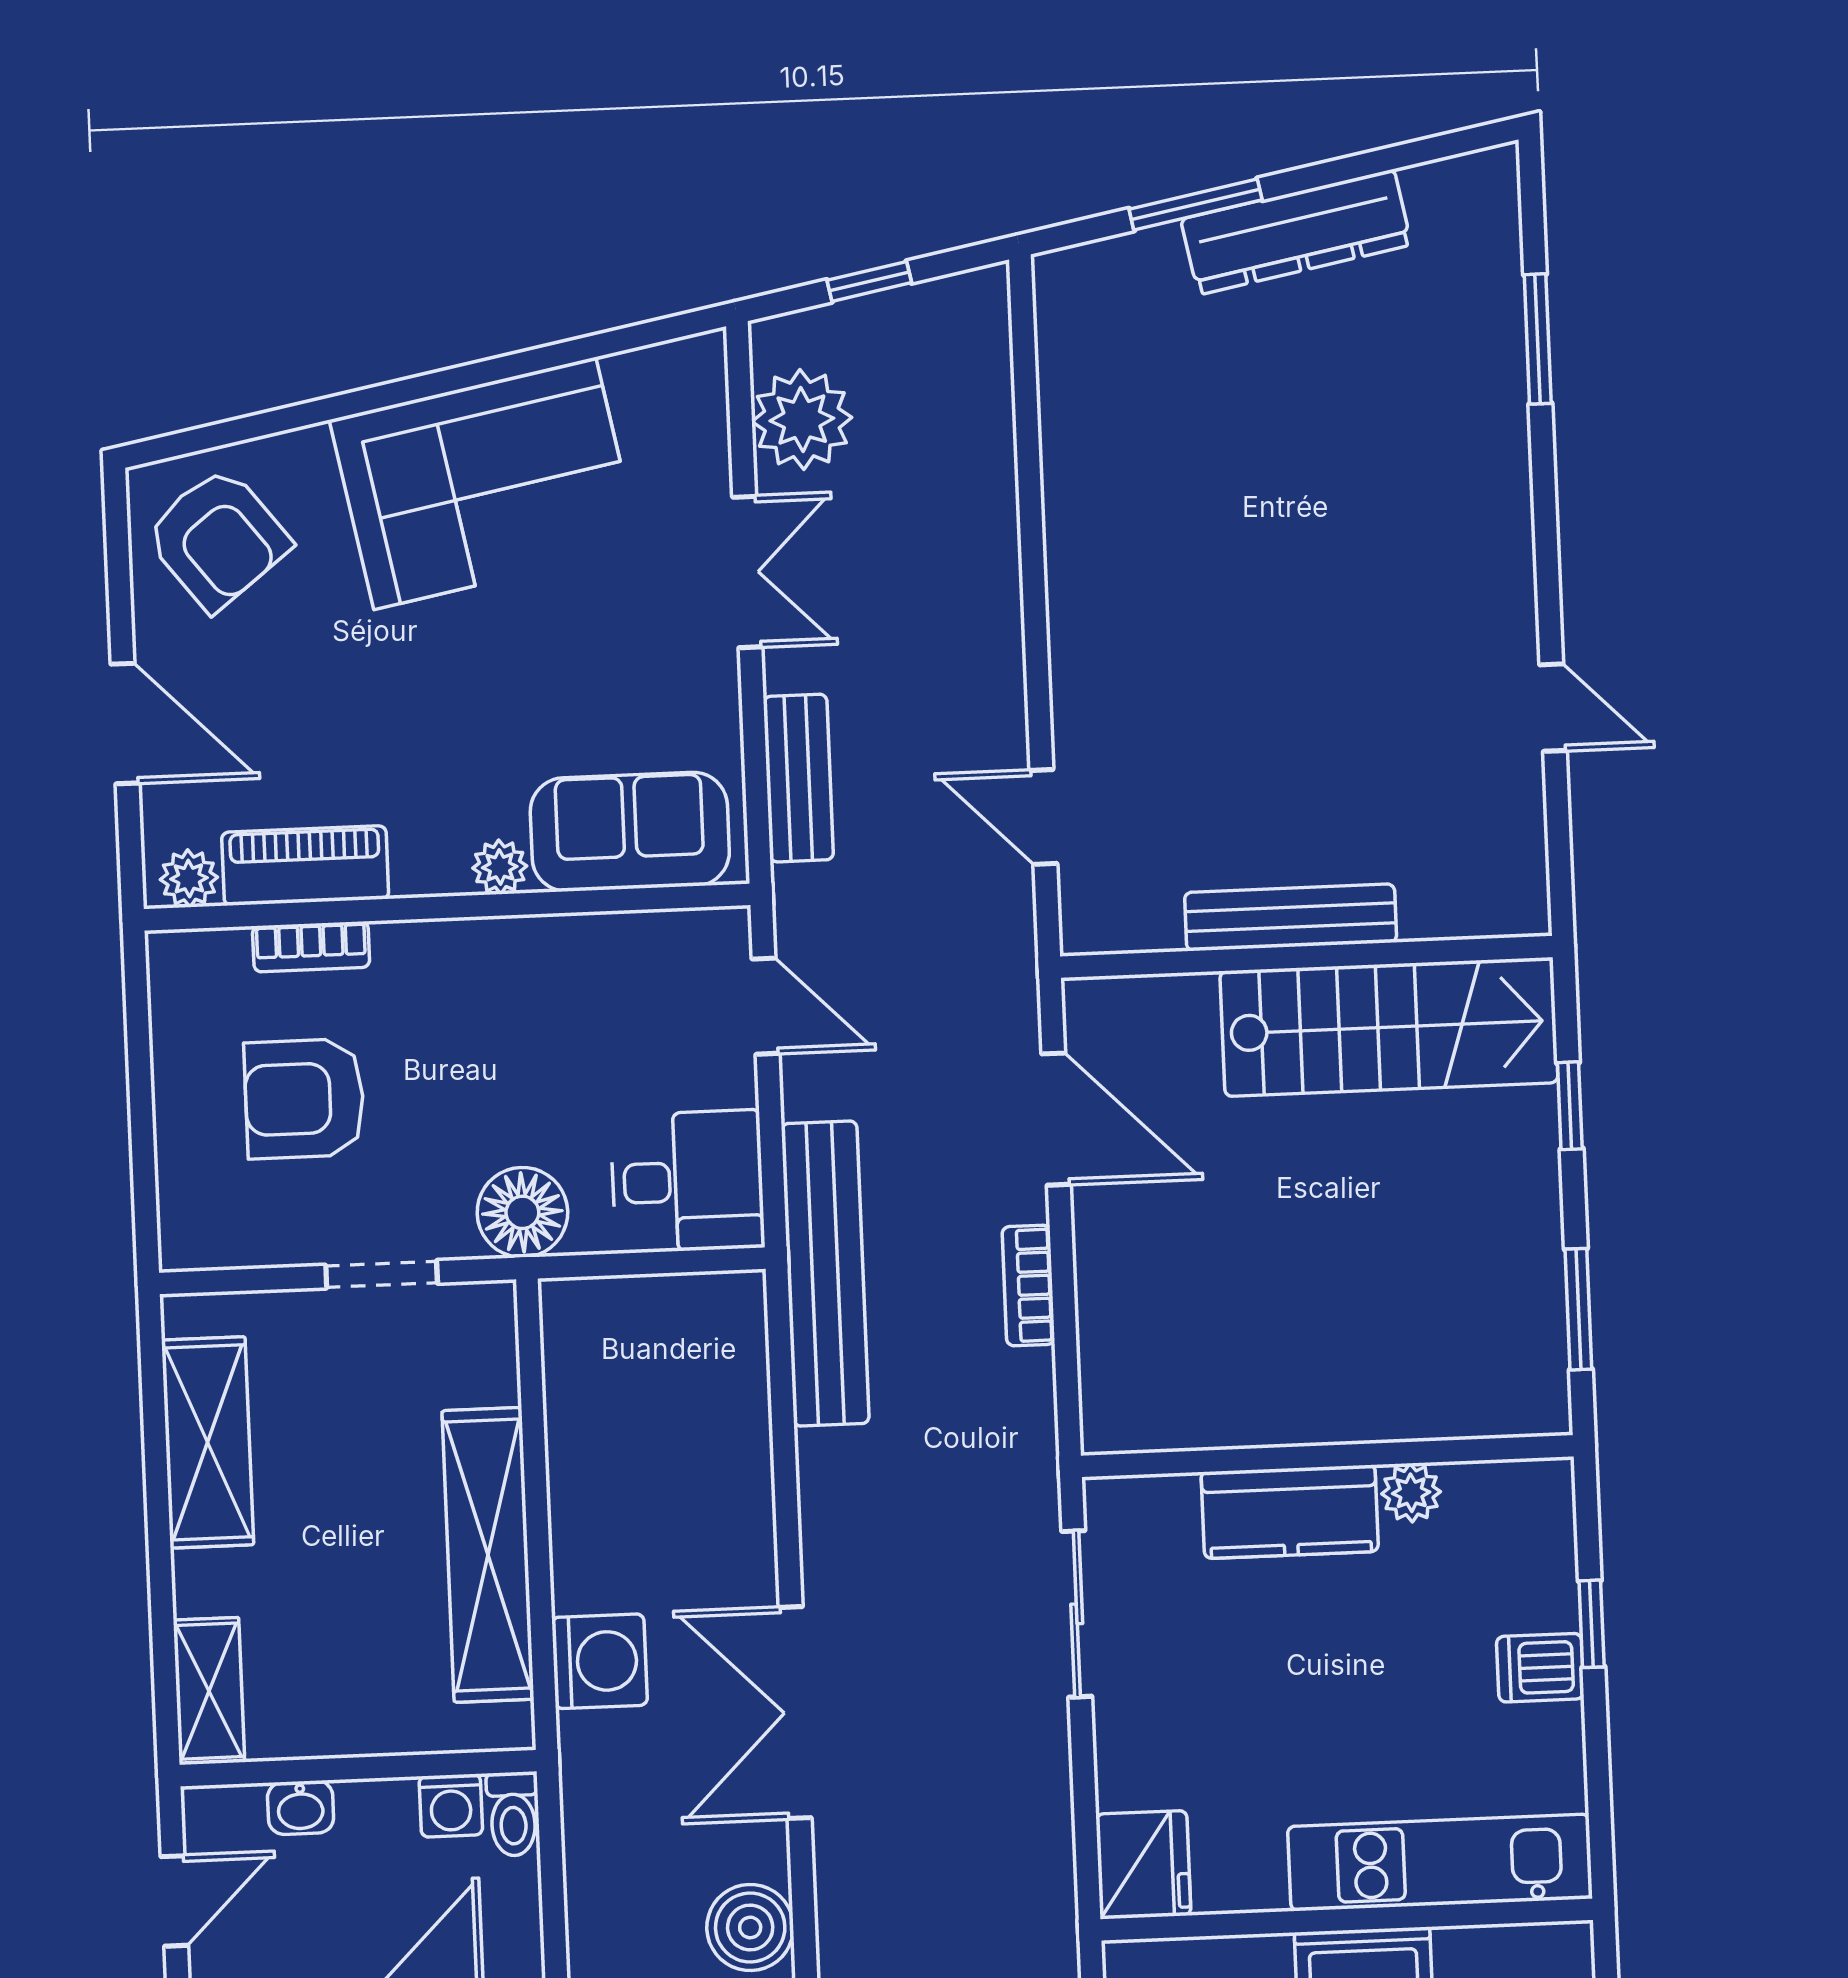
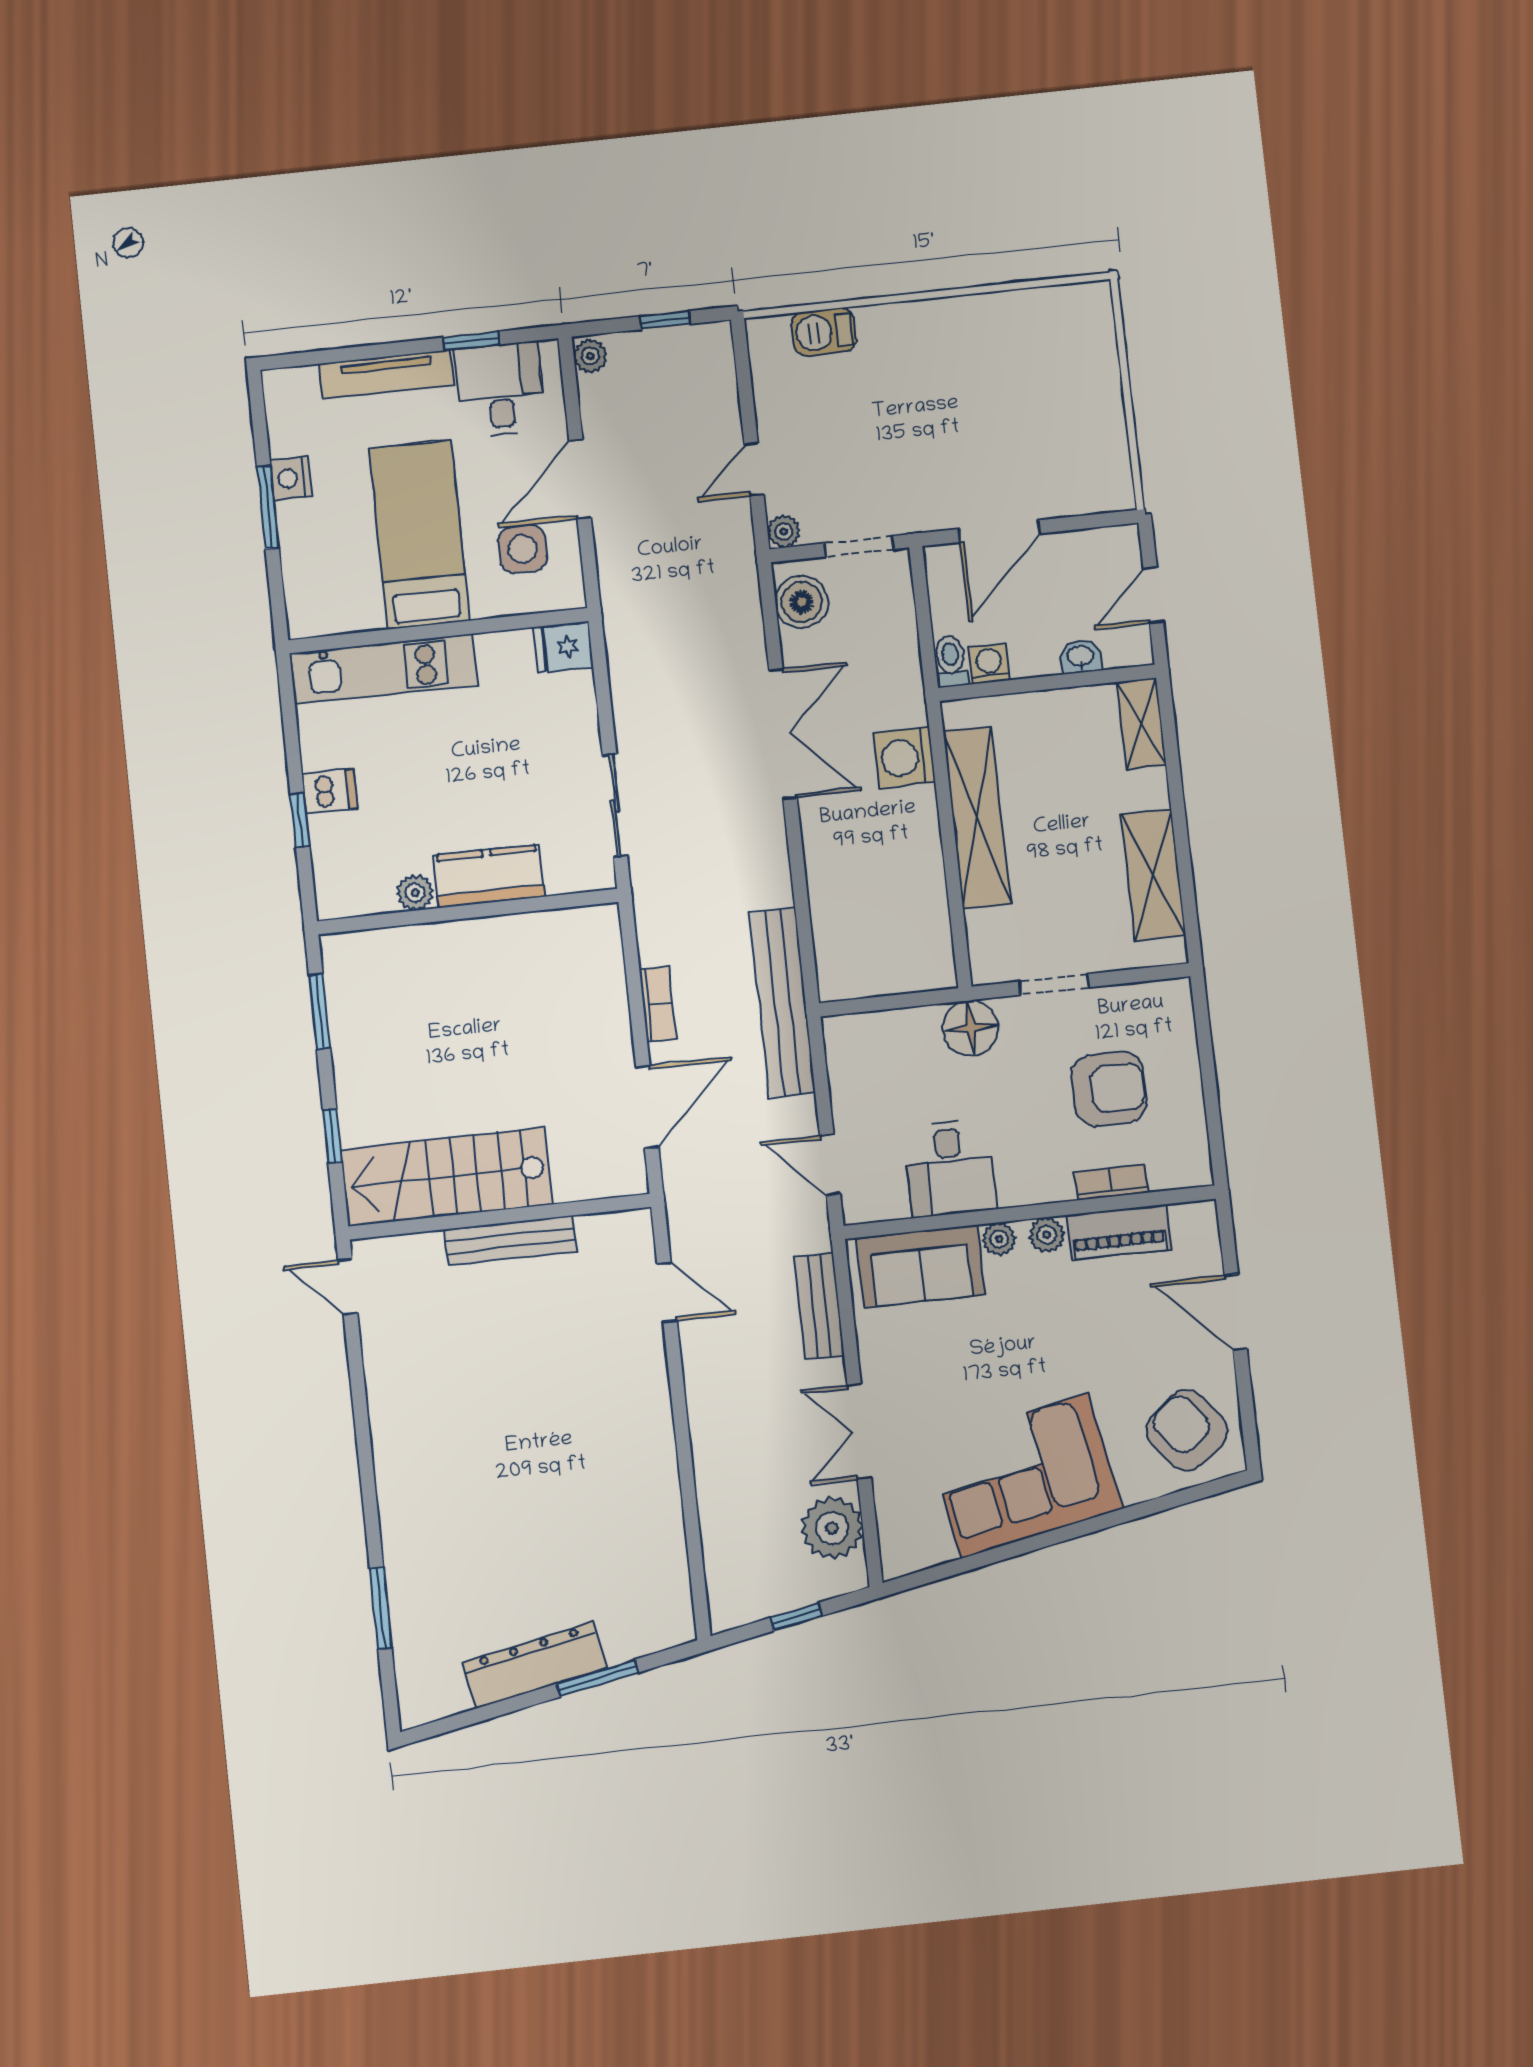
door: (1553, 708) -> (348, 1287), moved
plant: (189, 878) -> (1047, 1235), moved
door: (1056, 1119) -> (647, 1107), swing flipped
desk: (687, 1181) -> (950, 1168), moved, turned -90
fridge: (1143, 1865) -> (564, 647), width x0.72

